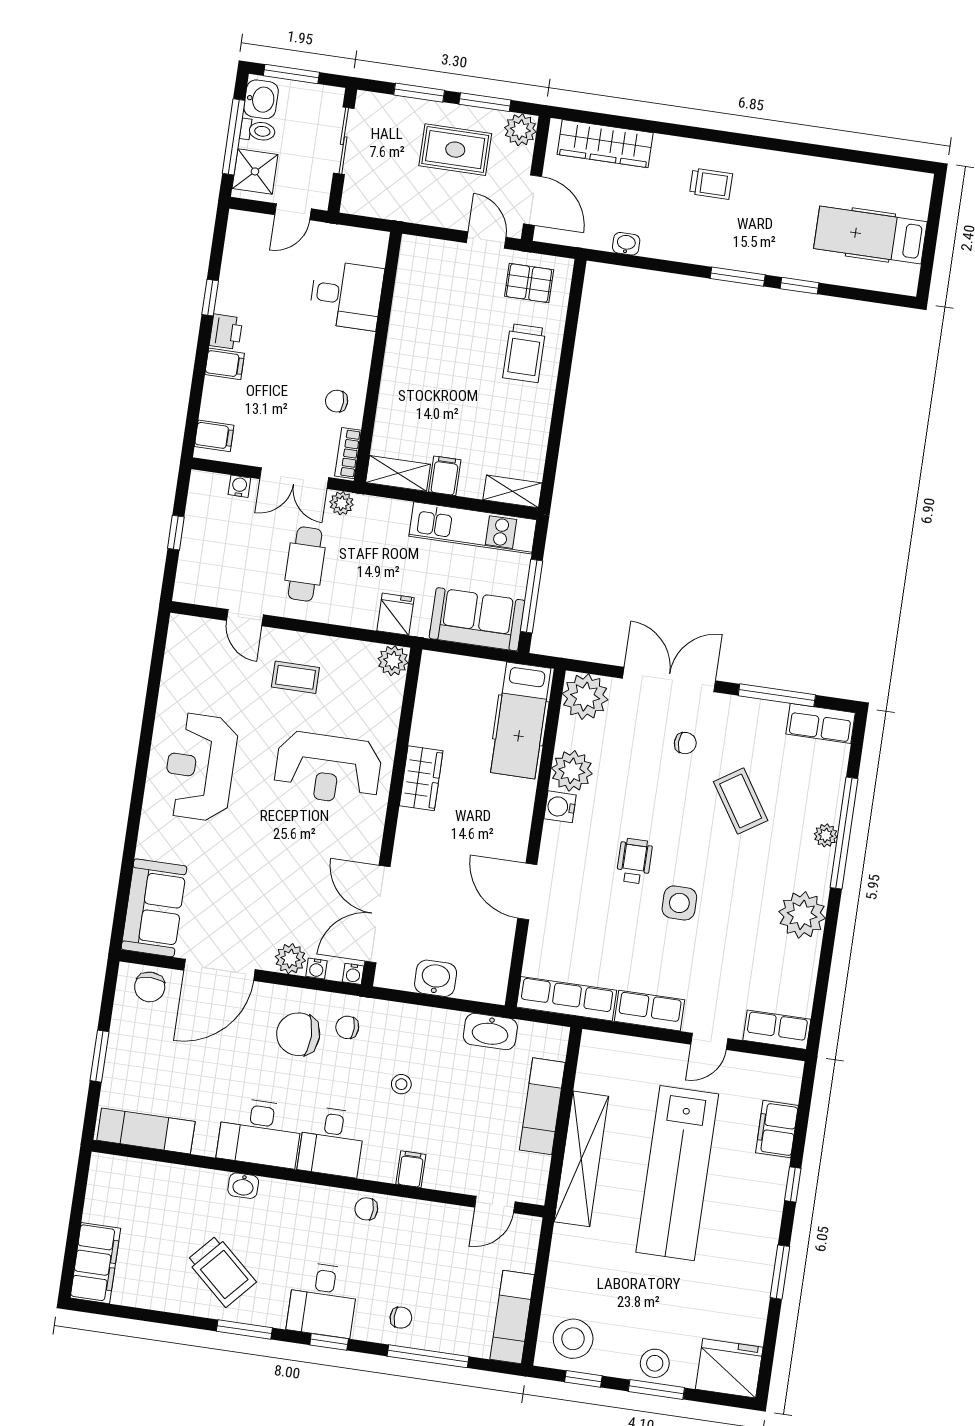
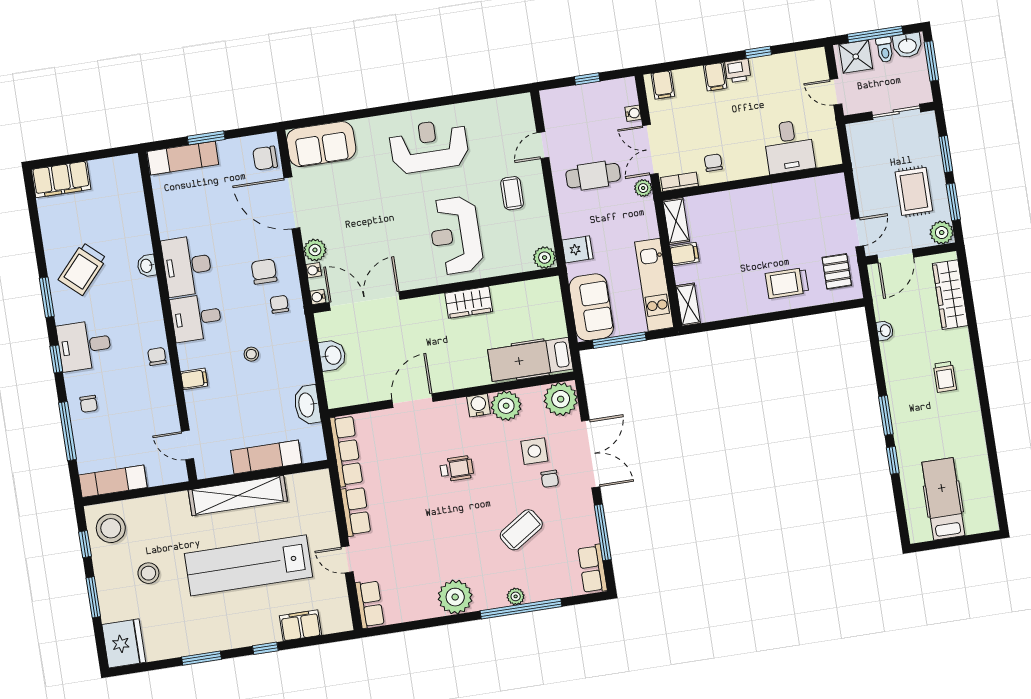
side table: (679, 903) -> (534, 451), moved
chair: (298, 1034) -> (264, 272), width x0.73, depth x0.73
exam couch: (146, 1131) -> (183, 158), moved, turned 90
stool: (655, 1363) -> (148, 573), moved

